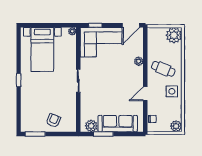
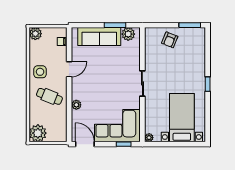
door: (131, 25) -> (85, 144), hinge flipped

